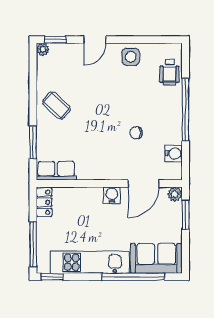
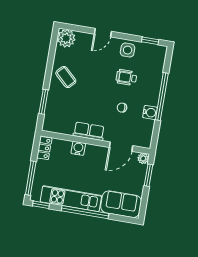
window: (55, 40) -> (150, 41), moved
plant: (43, 49) -> (66, 38), width x1.88, depth x1.88
wheelchair: (169, 72) -> (126, 77), moved, turned 90
water cooler: (174, 153) -> (150, 112), moved
row of seats: (56, 171) -> (89, 131), moved
water cooler: (112, 195) -> (78, 148), moved
window: (133, 277) -> (85, 212), moved

